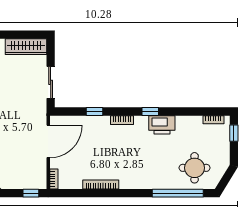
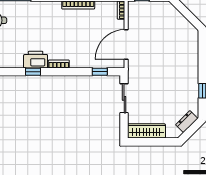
window: (94, 111) -> (100, 72), moved
printer: (162, 125) -> (36, 60), moved

